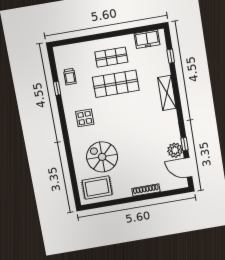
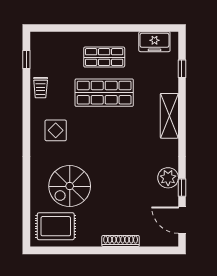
trolley: (70, 77) -> (41, 88), moved
window: (57, 88) -> (26, 59), moved
plant: (175, 150) -> (168, 178), moved
spiral stairs: (102, 157) -> (70, 186), turned -90

